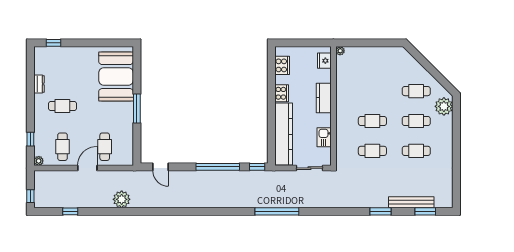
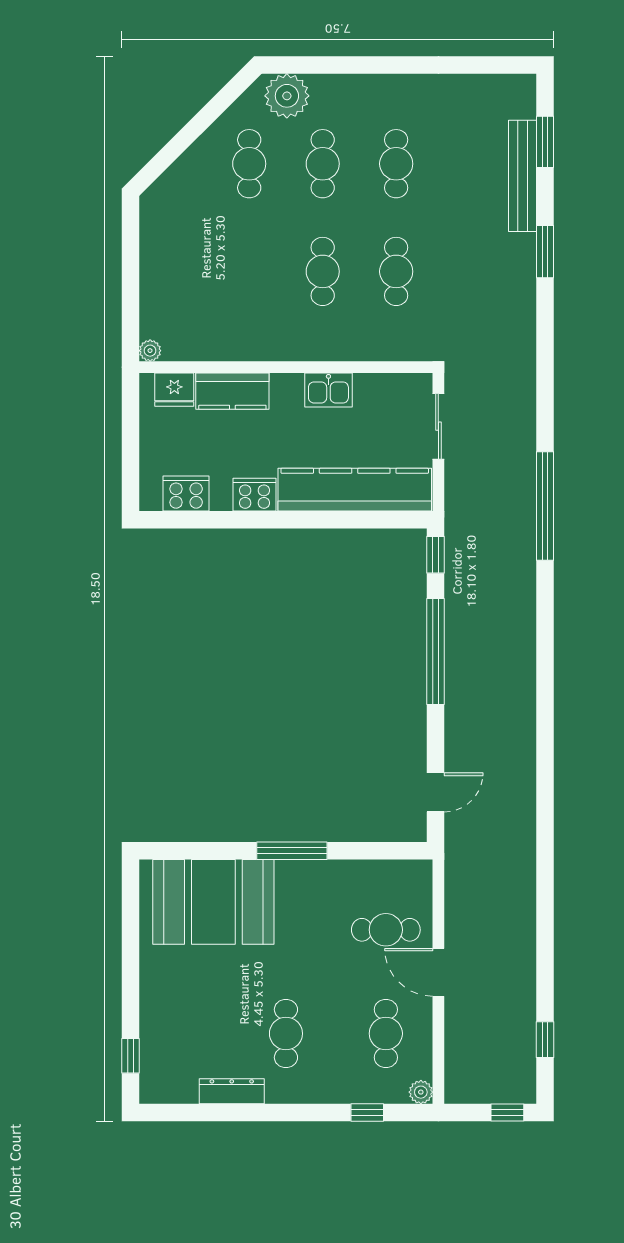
dresser: (39, 84) -> (232, 1091), width x1.44
kitchen counter: (324, 98) -> (232, 391), moved
kitchen sink: (324, 137) -> (328, 390), moved
cafe table: (62, 147) -> (386, 1034), turned 90
plant: (122, 199) -> (515, 888), removed
window: (70, 211) -> (545, 1040), moved

